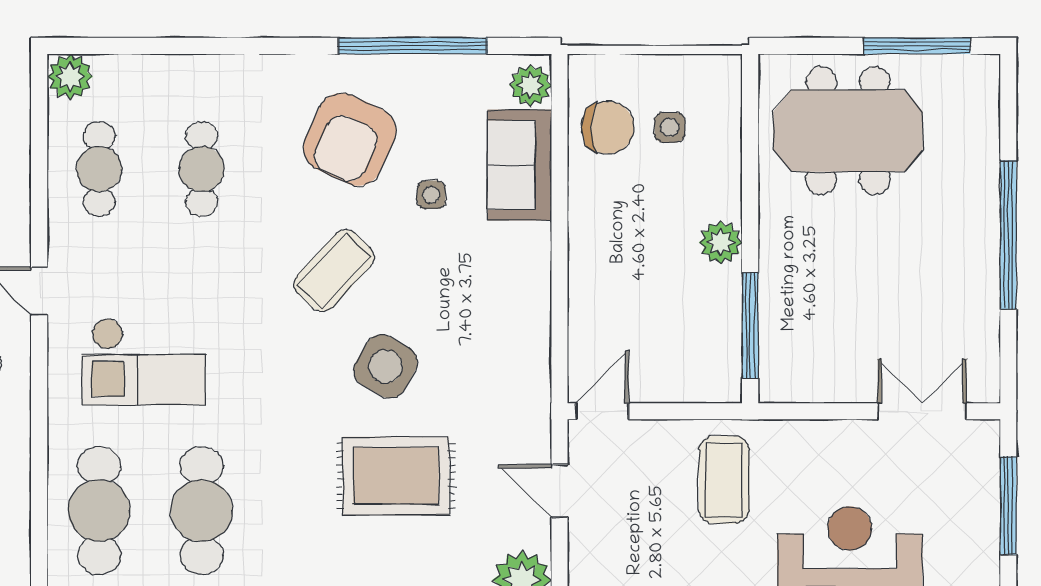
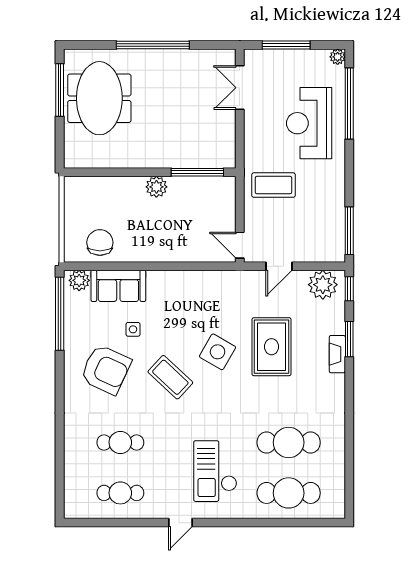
window: (413, 46) -> (60, 314), moved
plant: (70, 77) -> (75, 507), removed
side table: (670, 127) -> (100, 212), removed
meeting table: (848, 131) -> (99, 98), moved
checkout: (144, 362) -> (215, 471), turned 180

